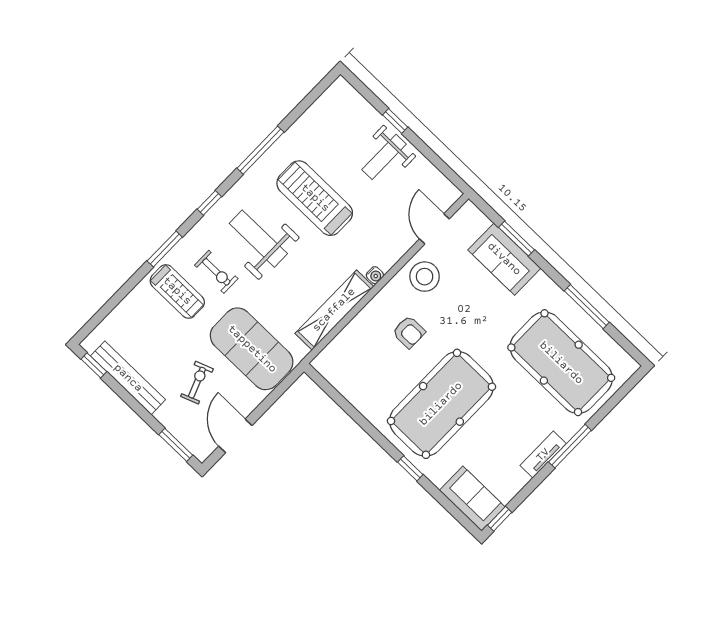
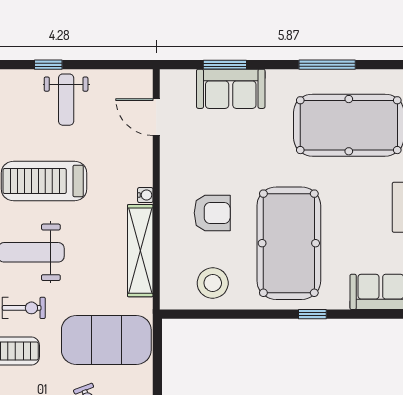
stool: (425, 277) -> (213, 283), moved
armchair: (409, 332) -> (212, 213), width x1.38, depth x1.38

